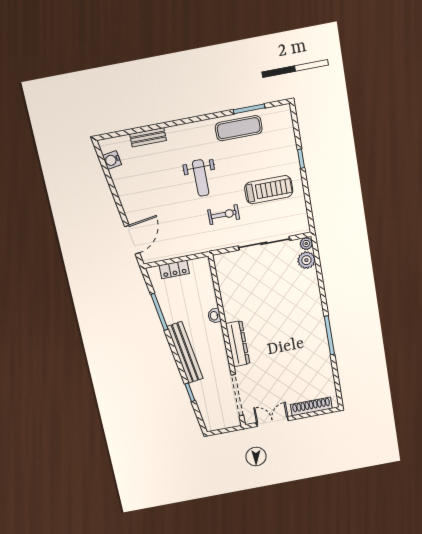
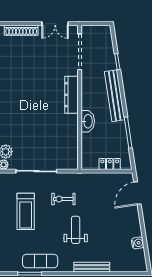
bench: (148, 137) -> (92, 267), moved, width x1.36
water cooler: (112, 160) -> (138, 243), moved
treadmill: (269, 190) -> (26, 211), turned -90
washbasin: (214, 316) -> (88, 121), width x1.91, depth x1.45

